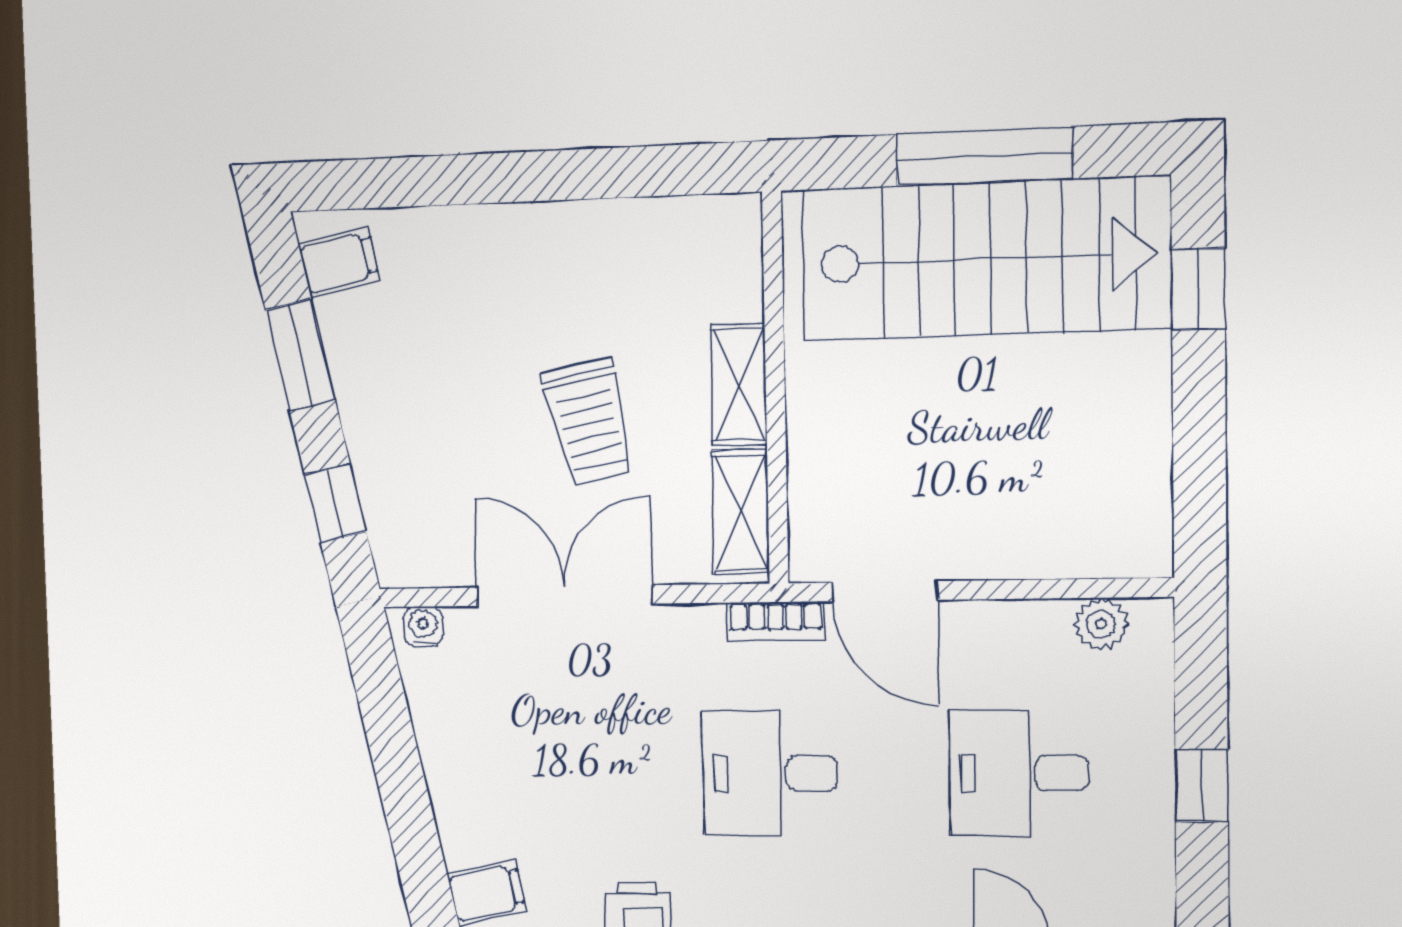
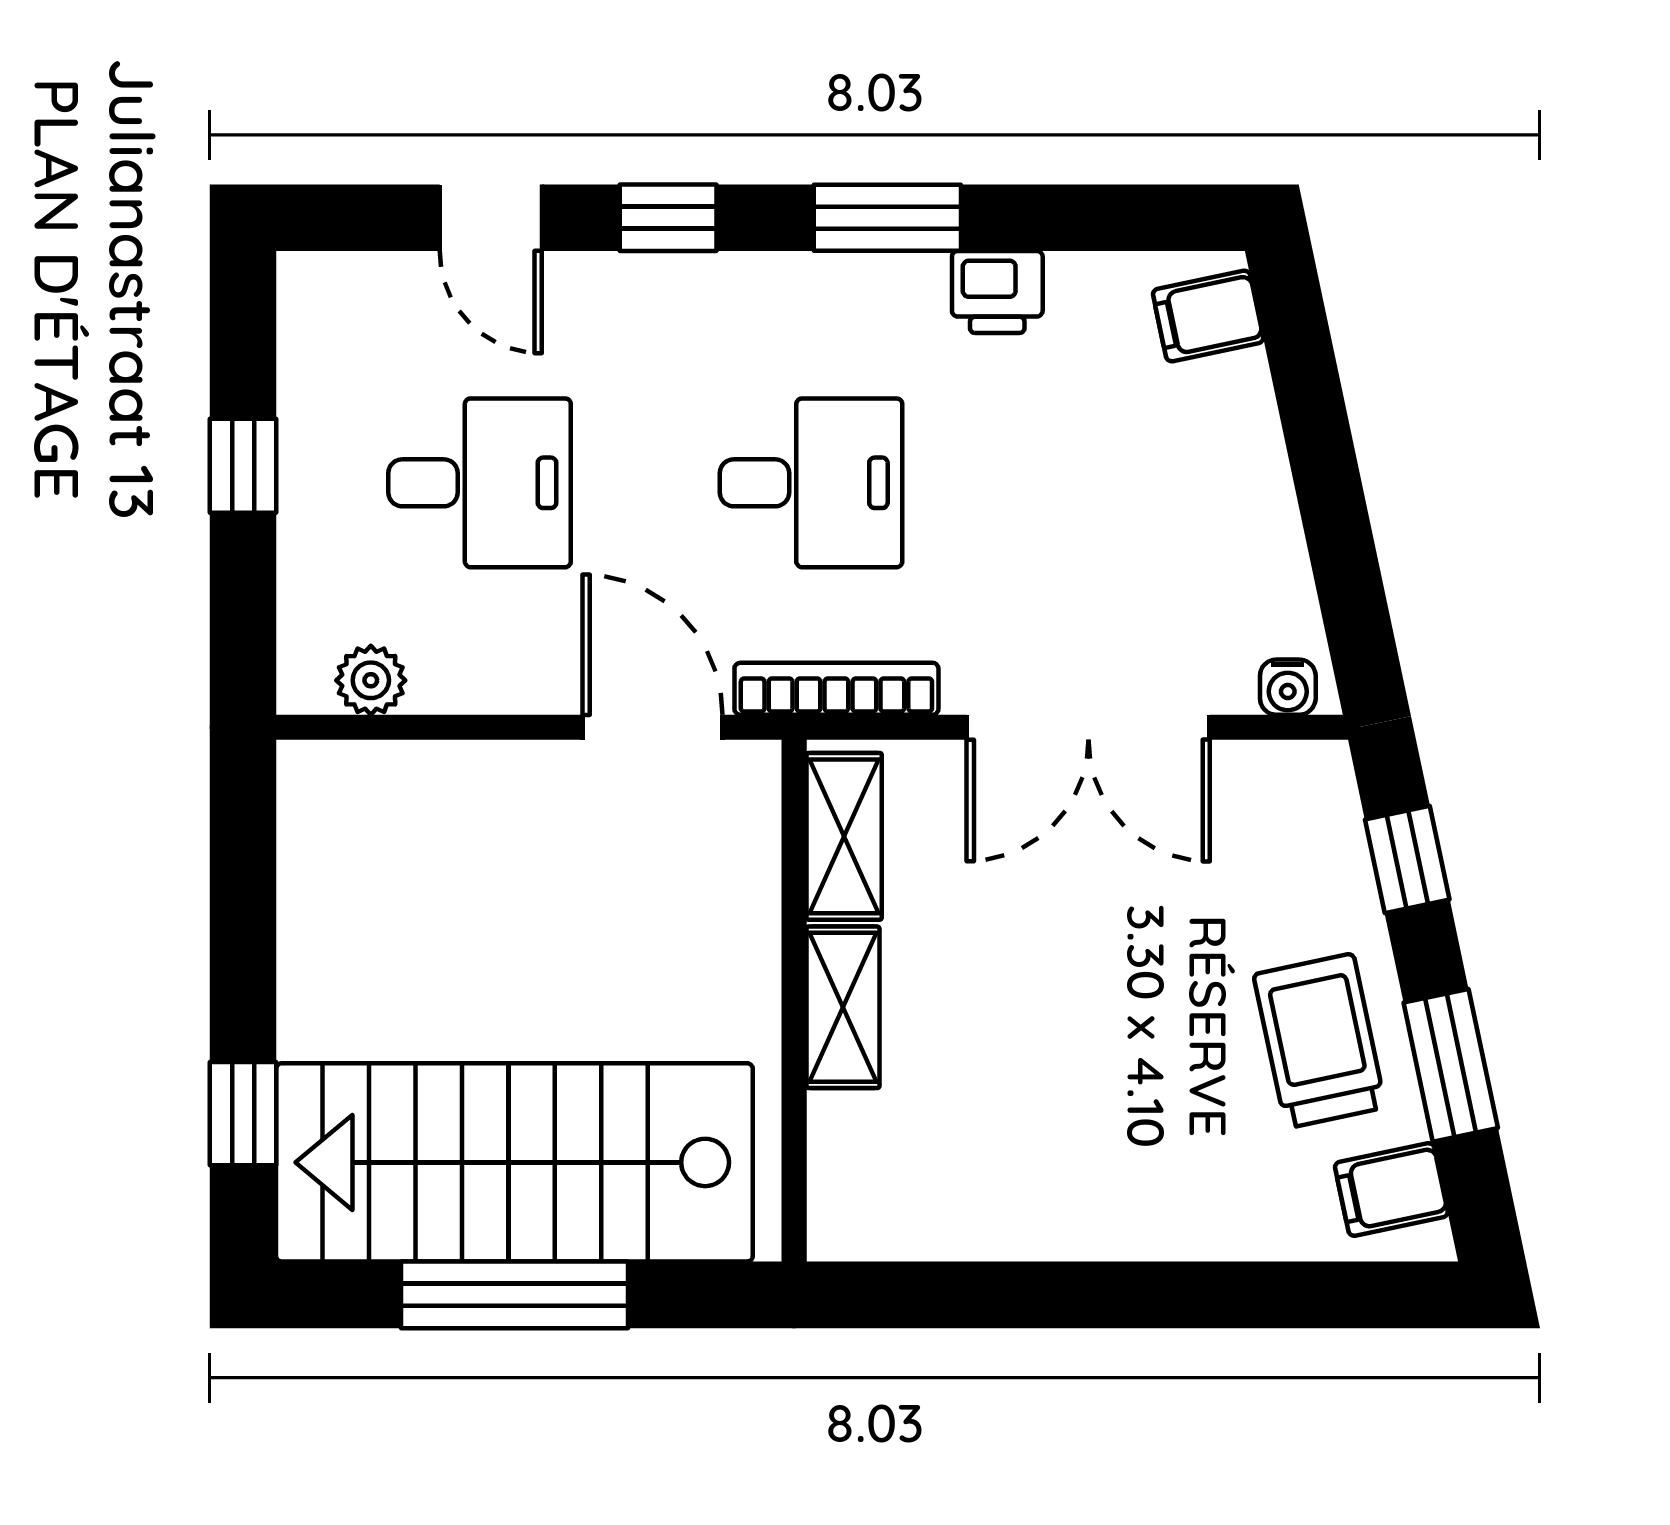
trolley: (589, 422) -> (1320, 1041), moved
bookcase: (775, 621) -> (836, 689), width x1.56

